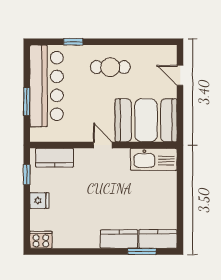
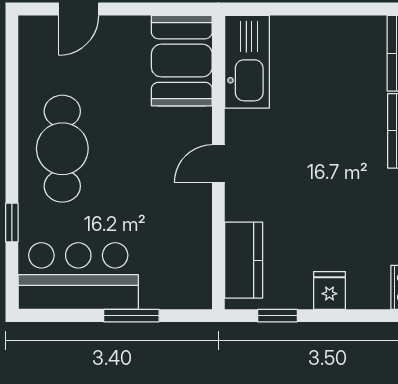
cafe table: (110, 67) -> (62, 149), width x1.37, depth x1.35
bar counter: (47, 86) -> (78, 276), width x0.73
booth: (146, 120) -> (182, 61), width x0.73, depth x0.70

